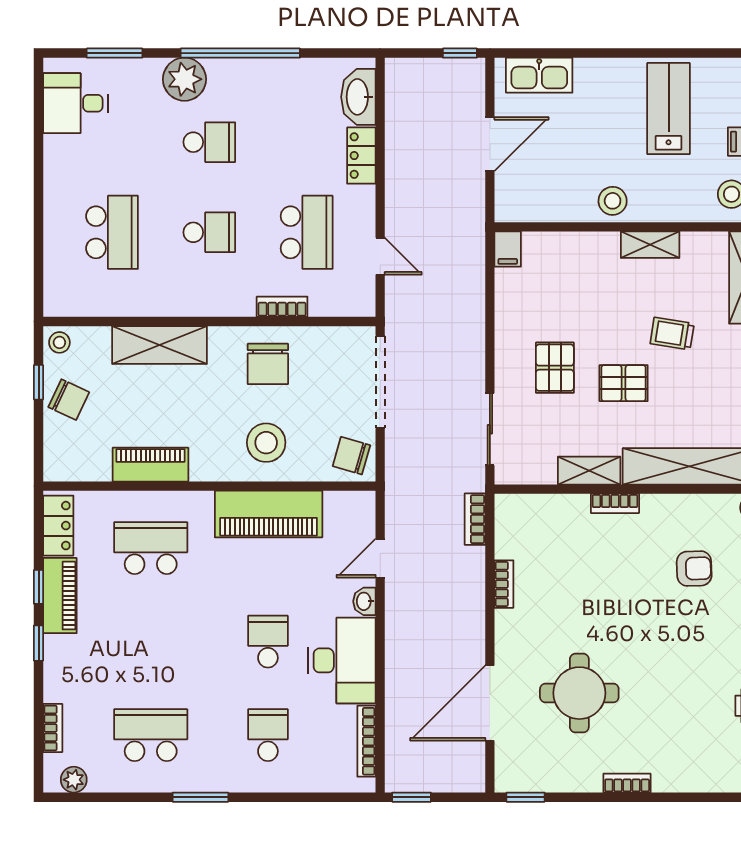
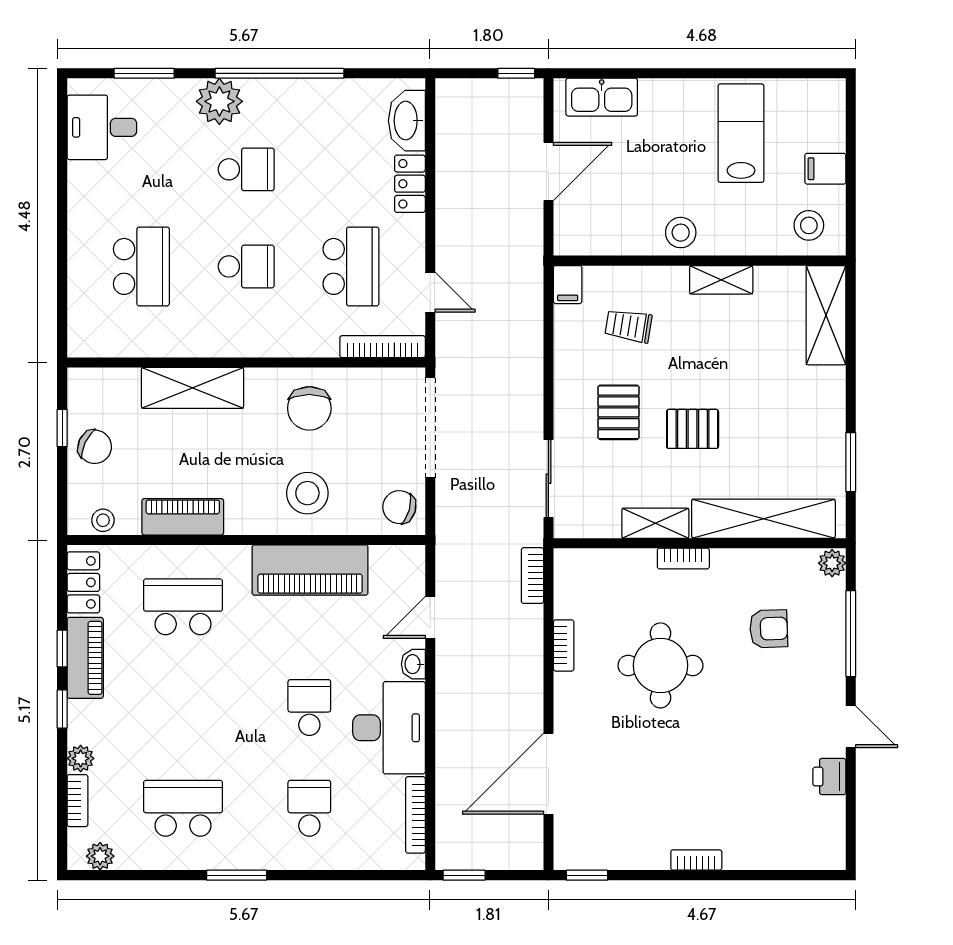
bookcase: (282, 307) -> (383, 347), moved, width x1.56
trolley: (672, 334) -> (629, 326), moved
stool: (59, 342) -> (103, 520), moved
plant: (56, 689) -> (81, 758), added
round table: (579, 693) -> (660, 665), moved

